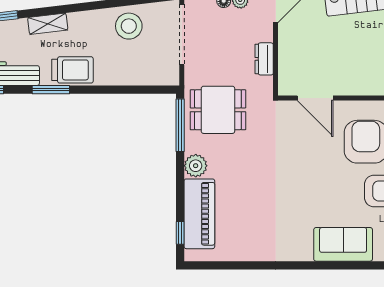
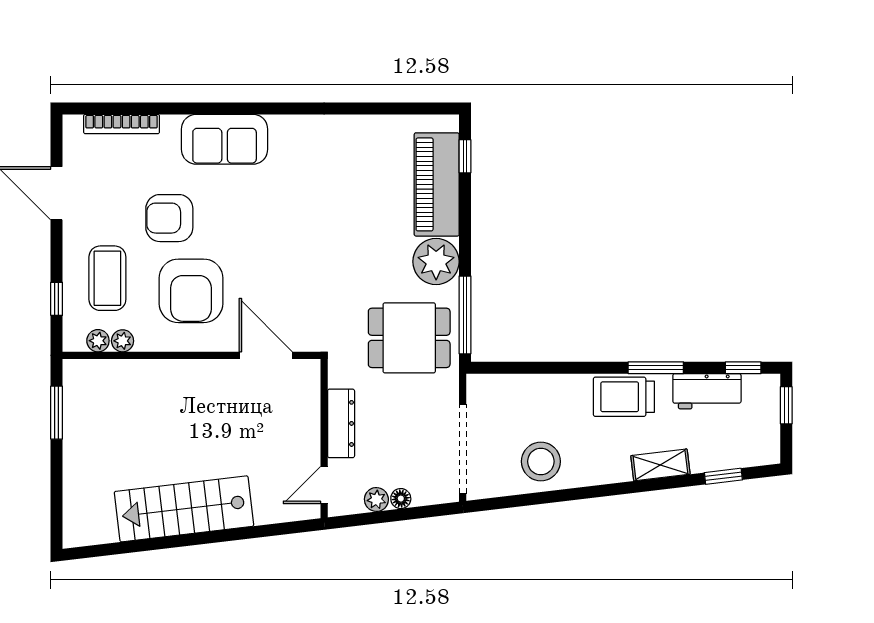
dresser: (264, 59) -> (341, 423), width x1.44
plant: (196, 166) -> (436, 262), width x1.36, depth x1.36

